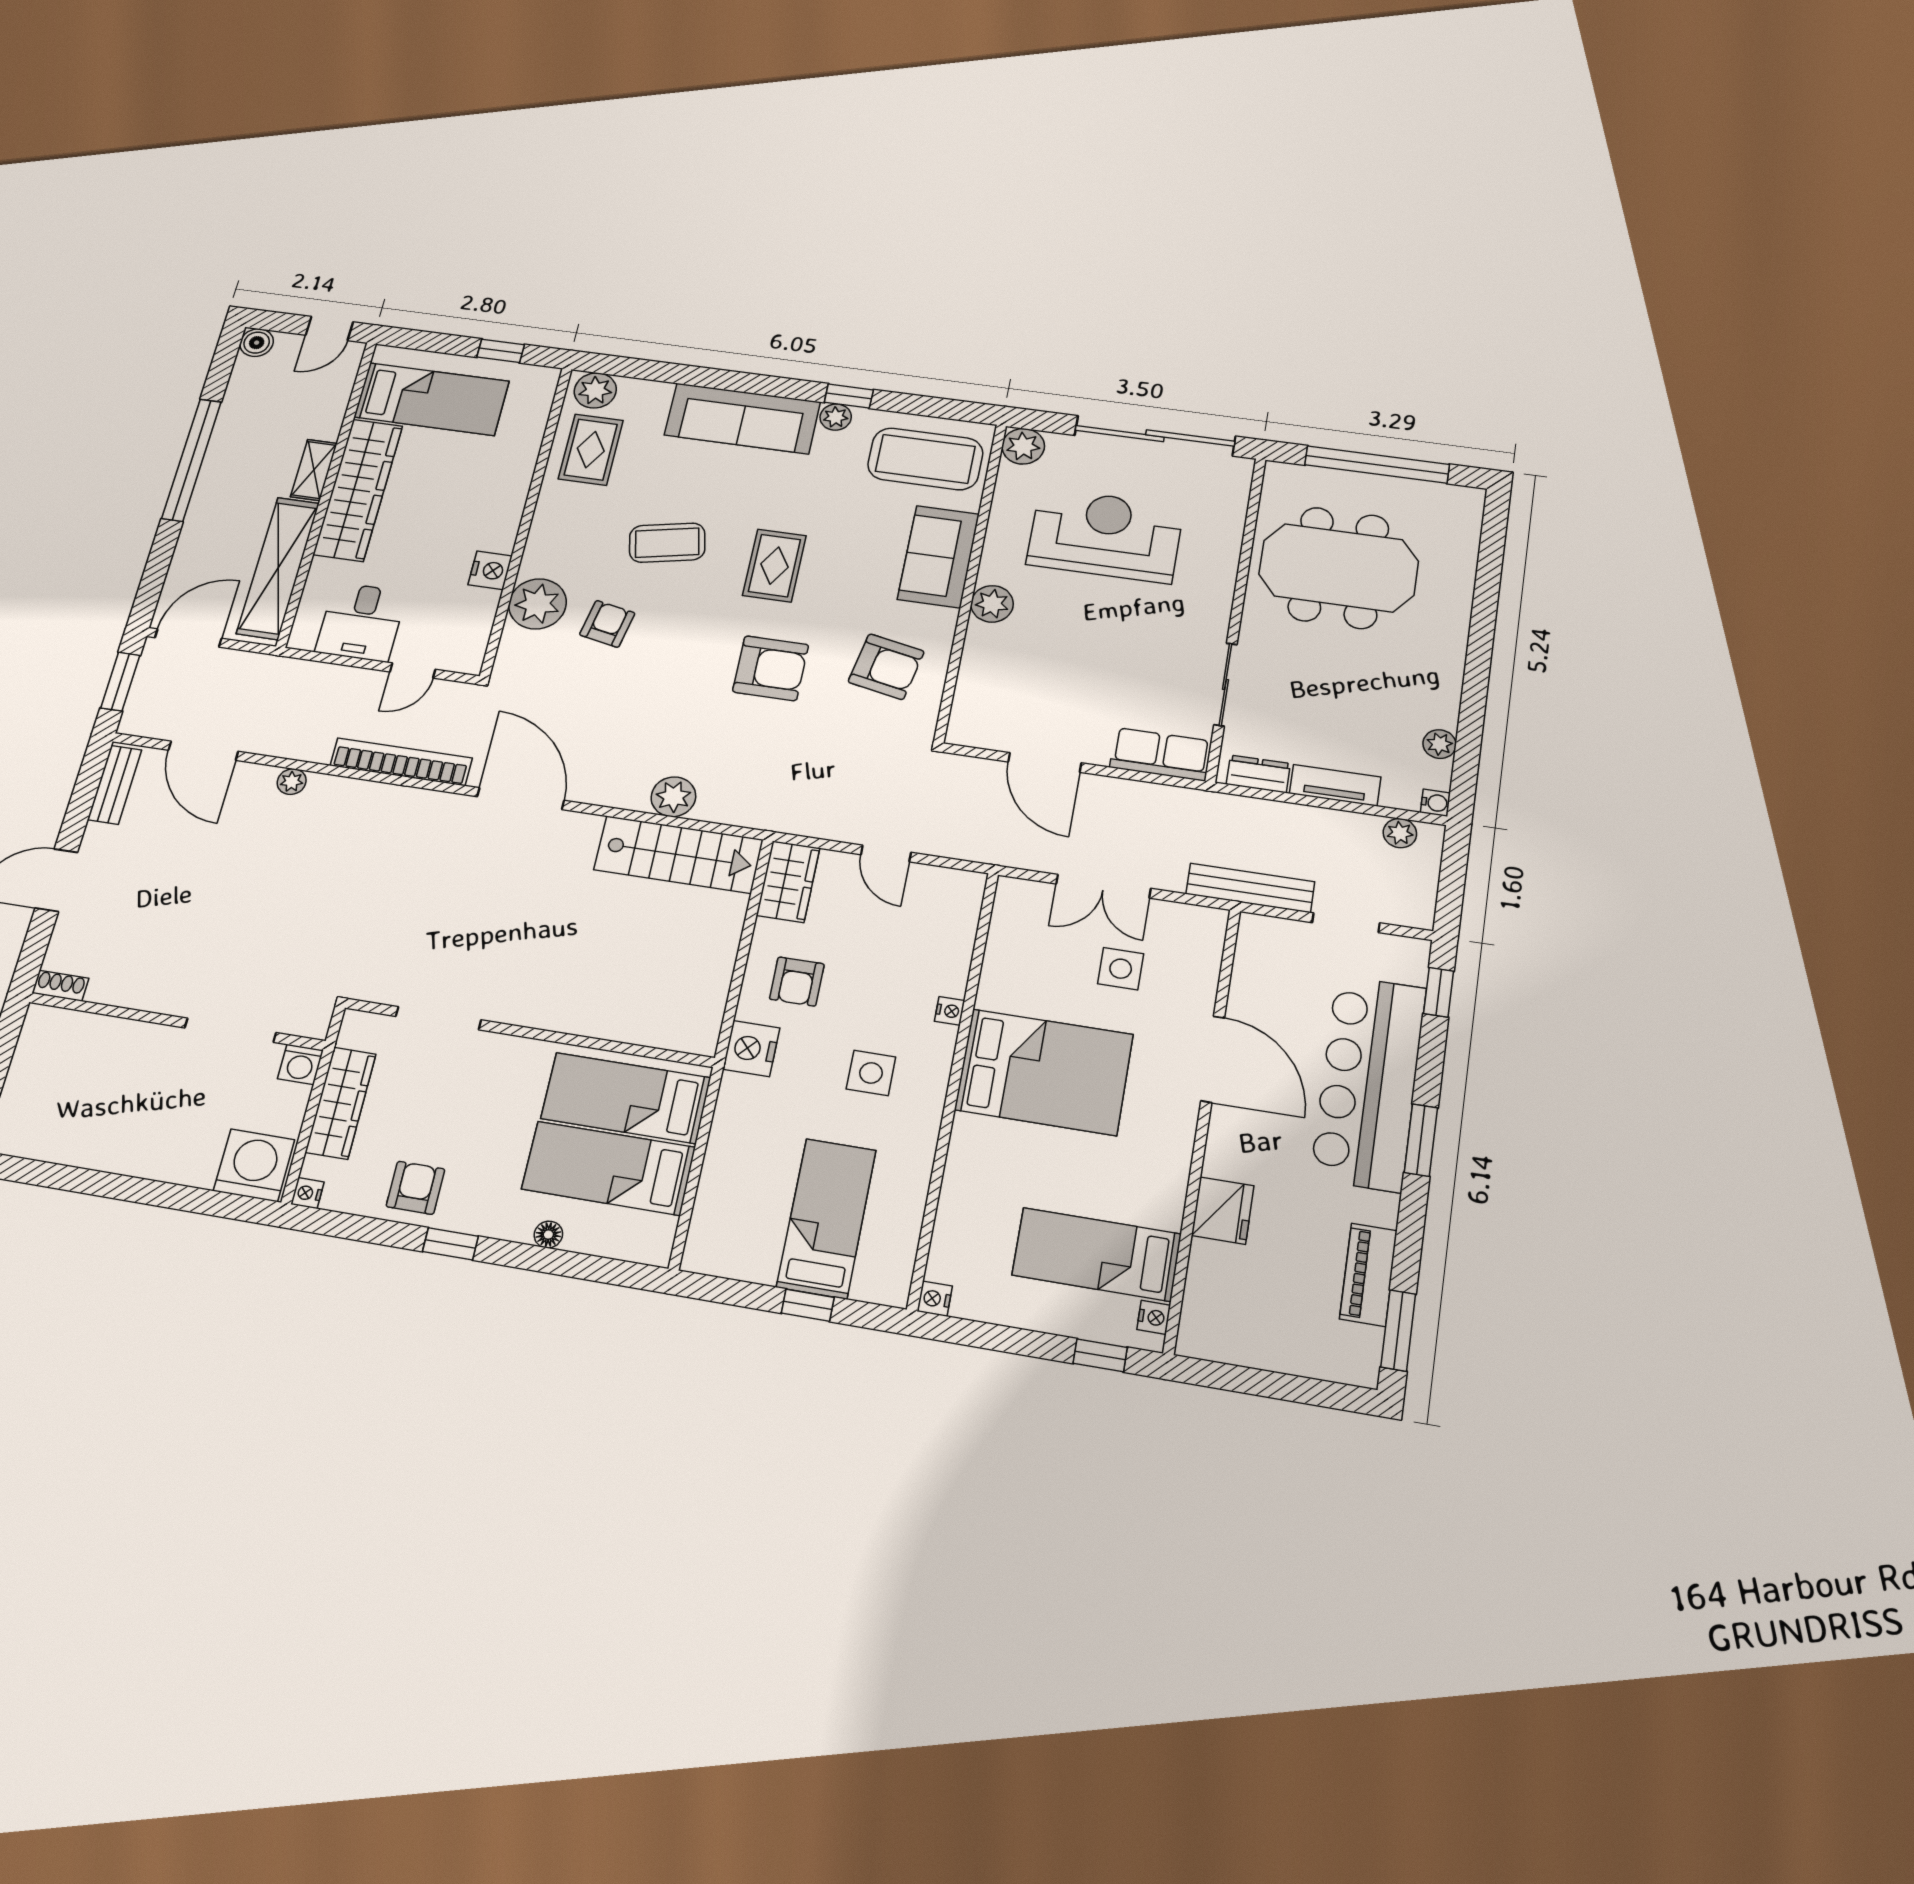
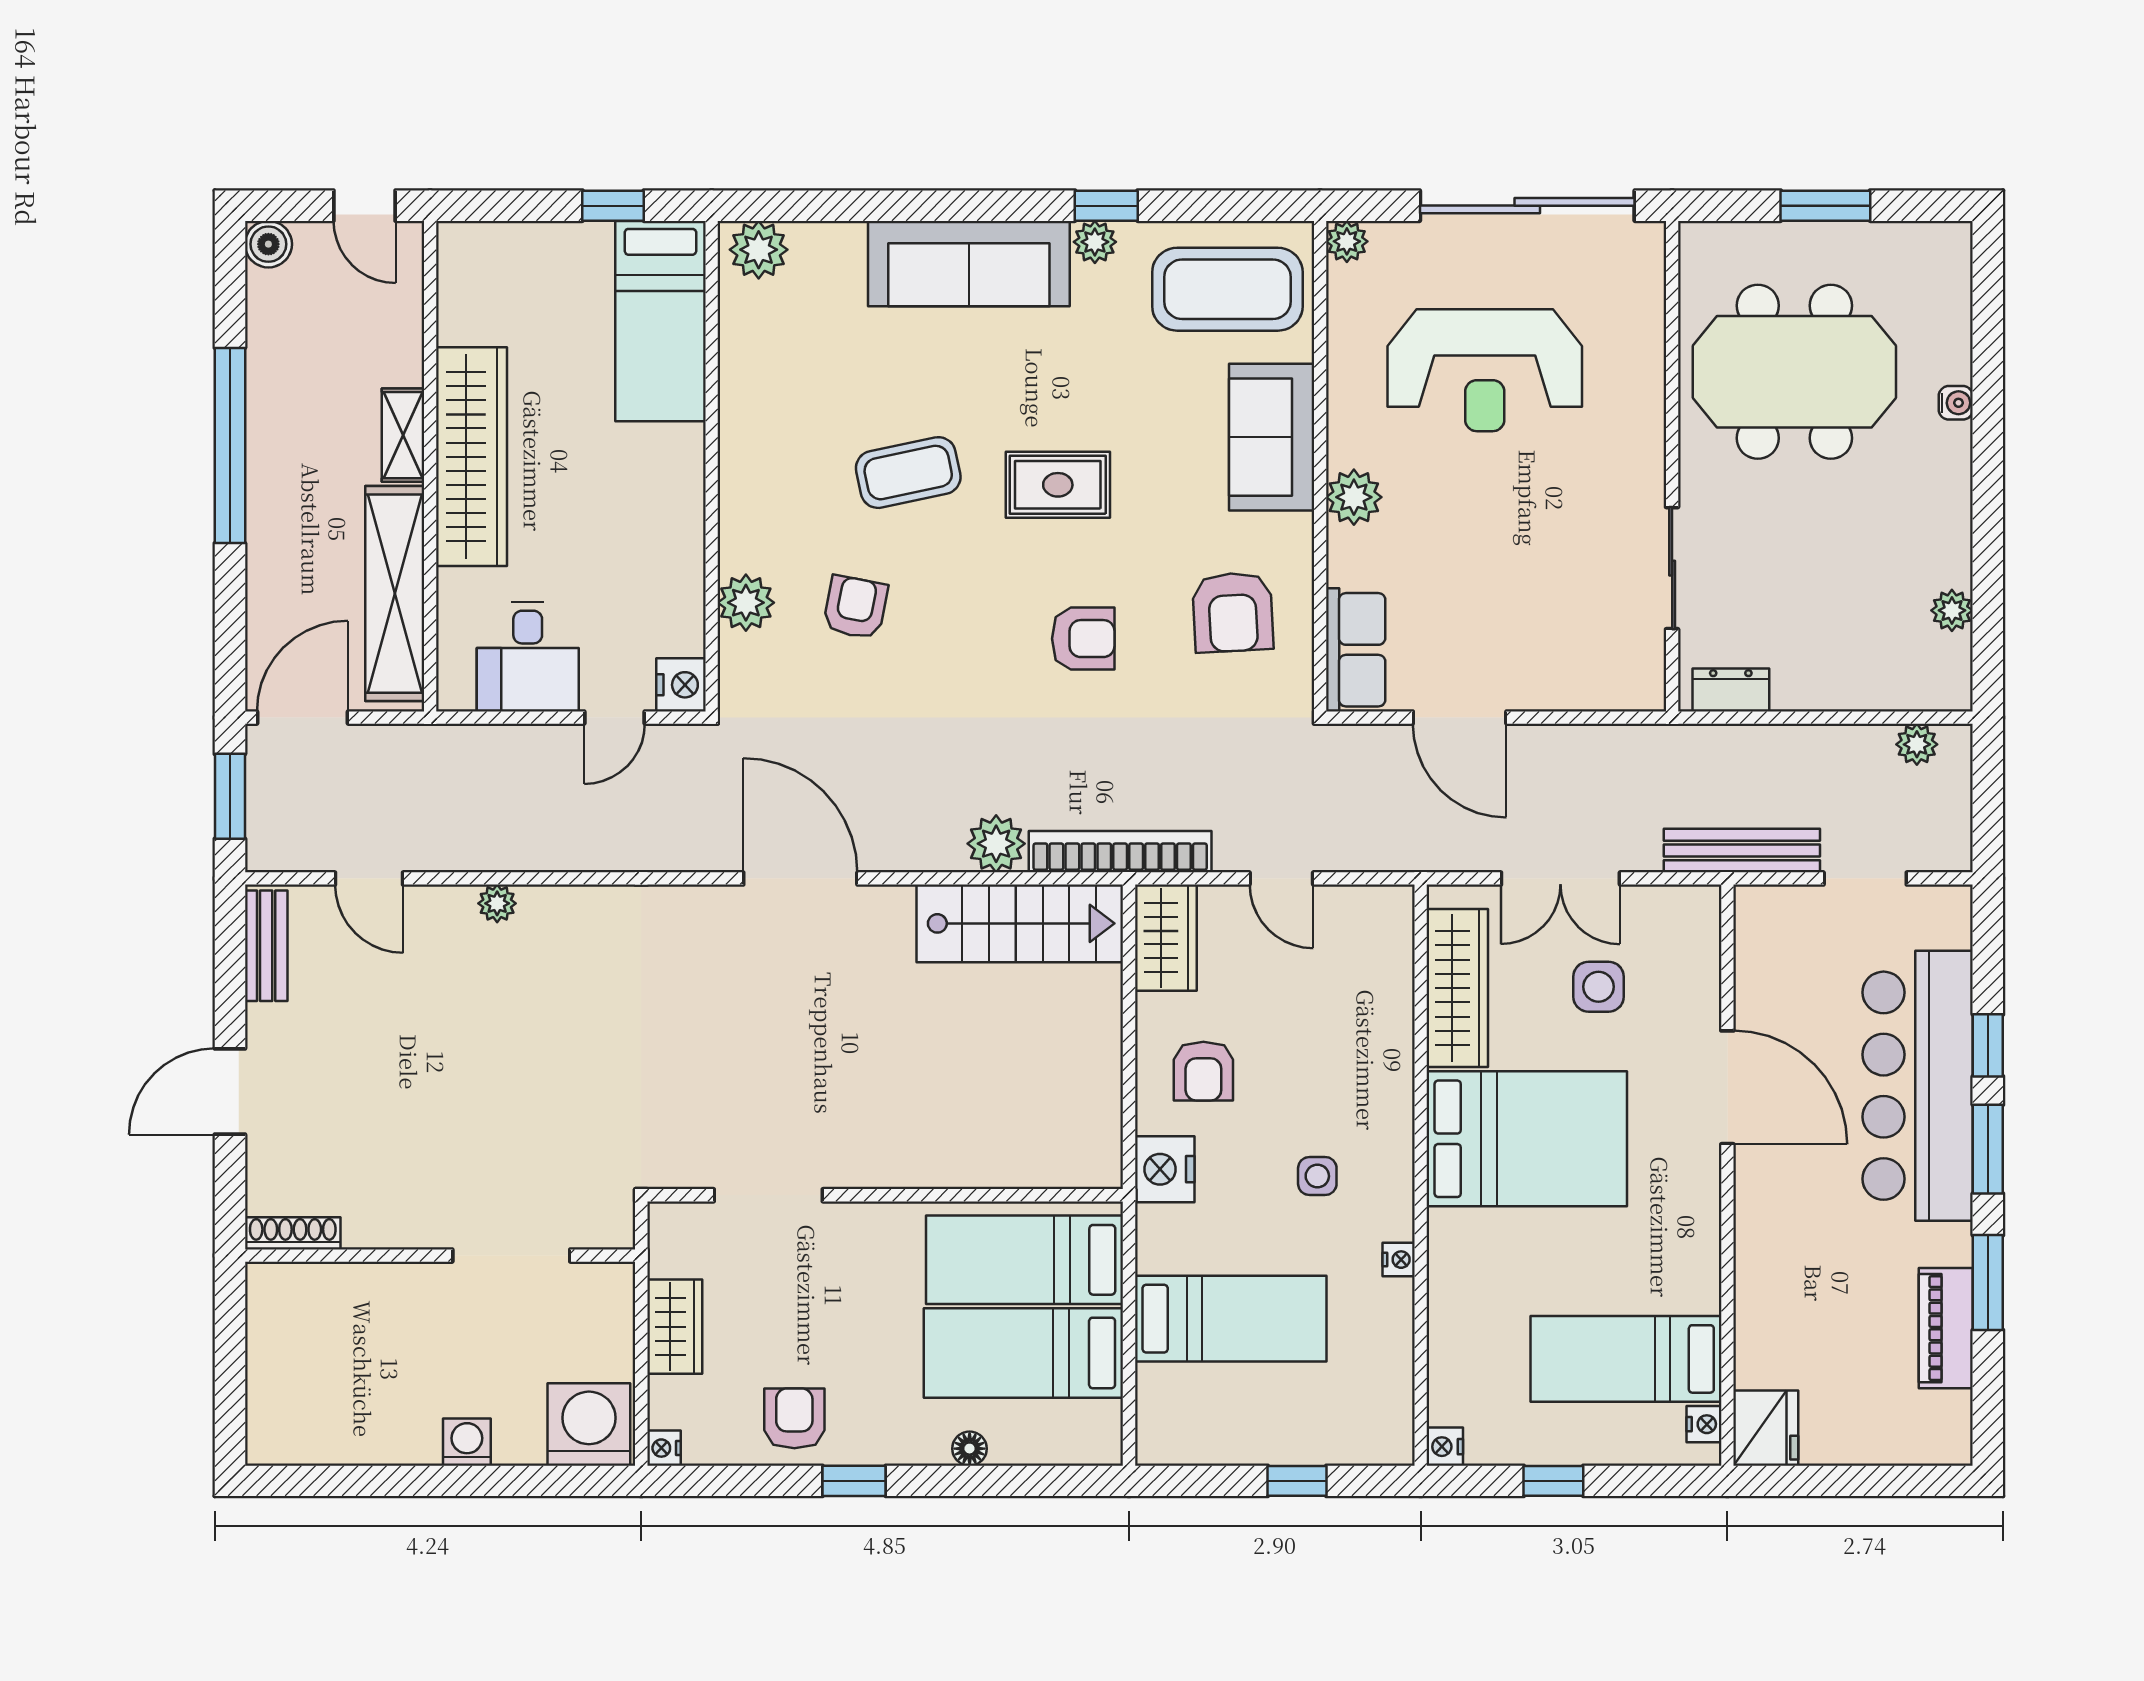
door: (329, 329) -> (365, 206), hinge flipped
bed: (432, 399) -> (660, 321), moved, turned 90
plant: (1023, 446) -> (1347, 241), width x0.73, depth x0.73
rug: (591, 450) -> (773, 345), removed
window: (1377, 465) -> (1825, 206), width x0.47
reception desk: (1105, 535) -> (1485, 370), turned 180
rug: (774, 566) -> (1058, 485), turned 90
nightstand: (490, 570) -> (681, 685), moved
plant: (537, 604) -> (746, 603), width x0.73, depth x0.73
armchair: (886, 667) -> (1233, 612), turned 76
armchair: (771, 668) -> (1083, 639), width x0.72, depth x0.72
door: (203, 751) -> (369, 878), width x0.73
row of seats: (1161, 754) -> (1356, 650), moved, turned 90
bookcase: (401, 762) -> (1120, 852), moved
tv unit: (1335, 785) -> (1829, 690), removed
water cooler: (1435, 803) -> (1956, 403), moved
wardrobe: (1008, 952) -> (1457, 988), added
shoe rack: (60, 986) -> (293, 1233), width x1.43
window: (1439, 992) -> (1988, 1045), moved
nightstand: (950, 1011) -> (1399, 1260), moved
washing machine: (300, 1064) -> (467, 1442), moved, turned 180
side table: (871, 1073) -> (1317, 1176), width x0.73, depth x0.73
wardrobe: (341, 1103) -> (675, 1327), width x0.67
fridge: (1223, 1211) -> (1766, 1428), moved
bed: (827, 1218) -> (1231, 1319), moved, turned 90
window: (1398, 1330) -> (1988, 1283), moved
window: (1100, 1355) -> (1553, 1481), moved

